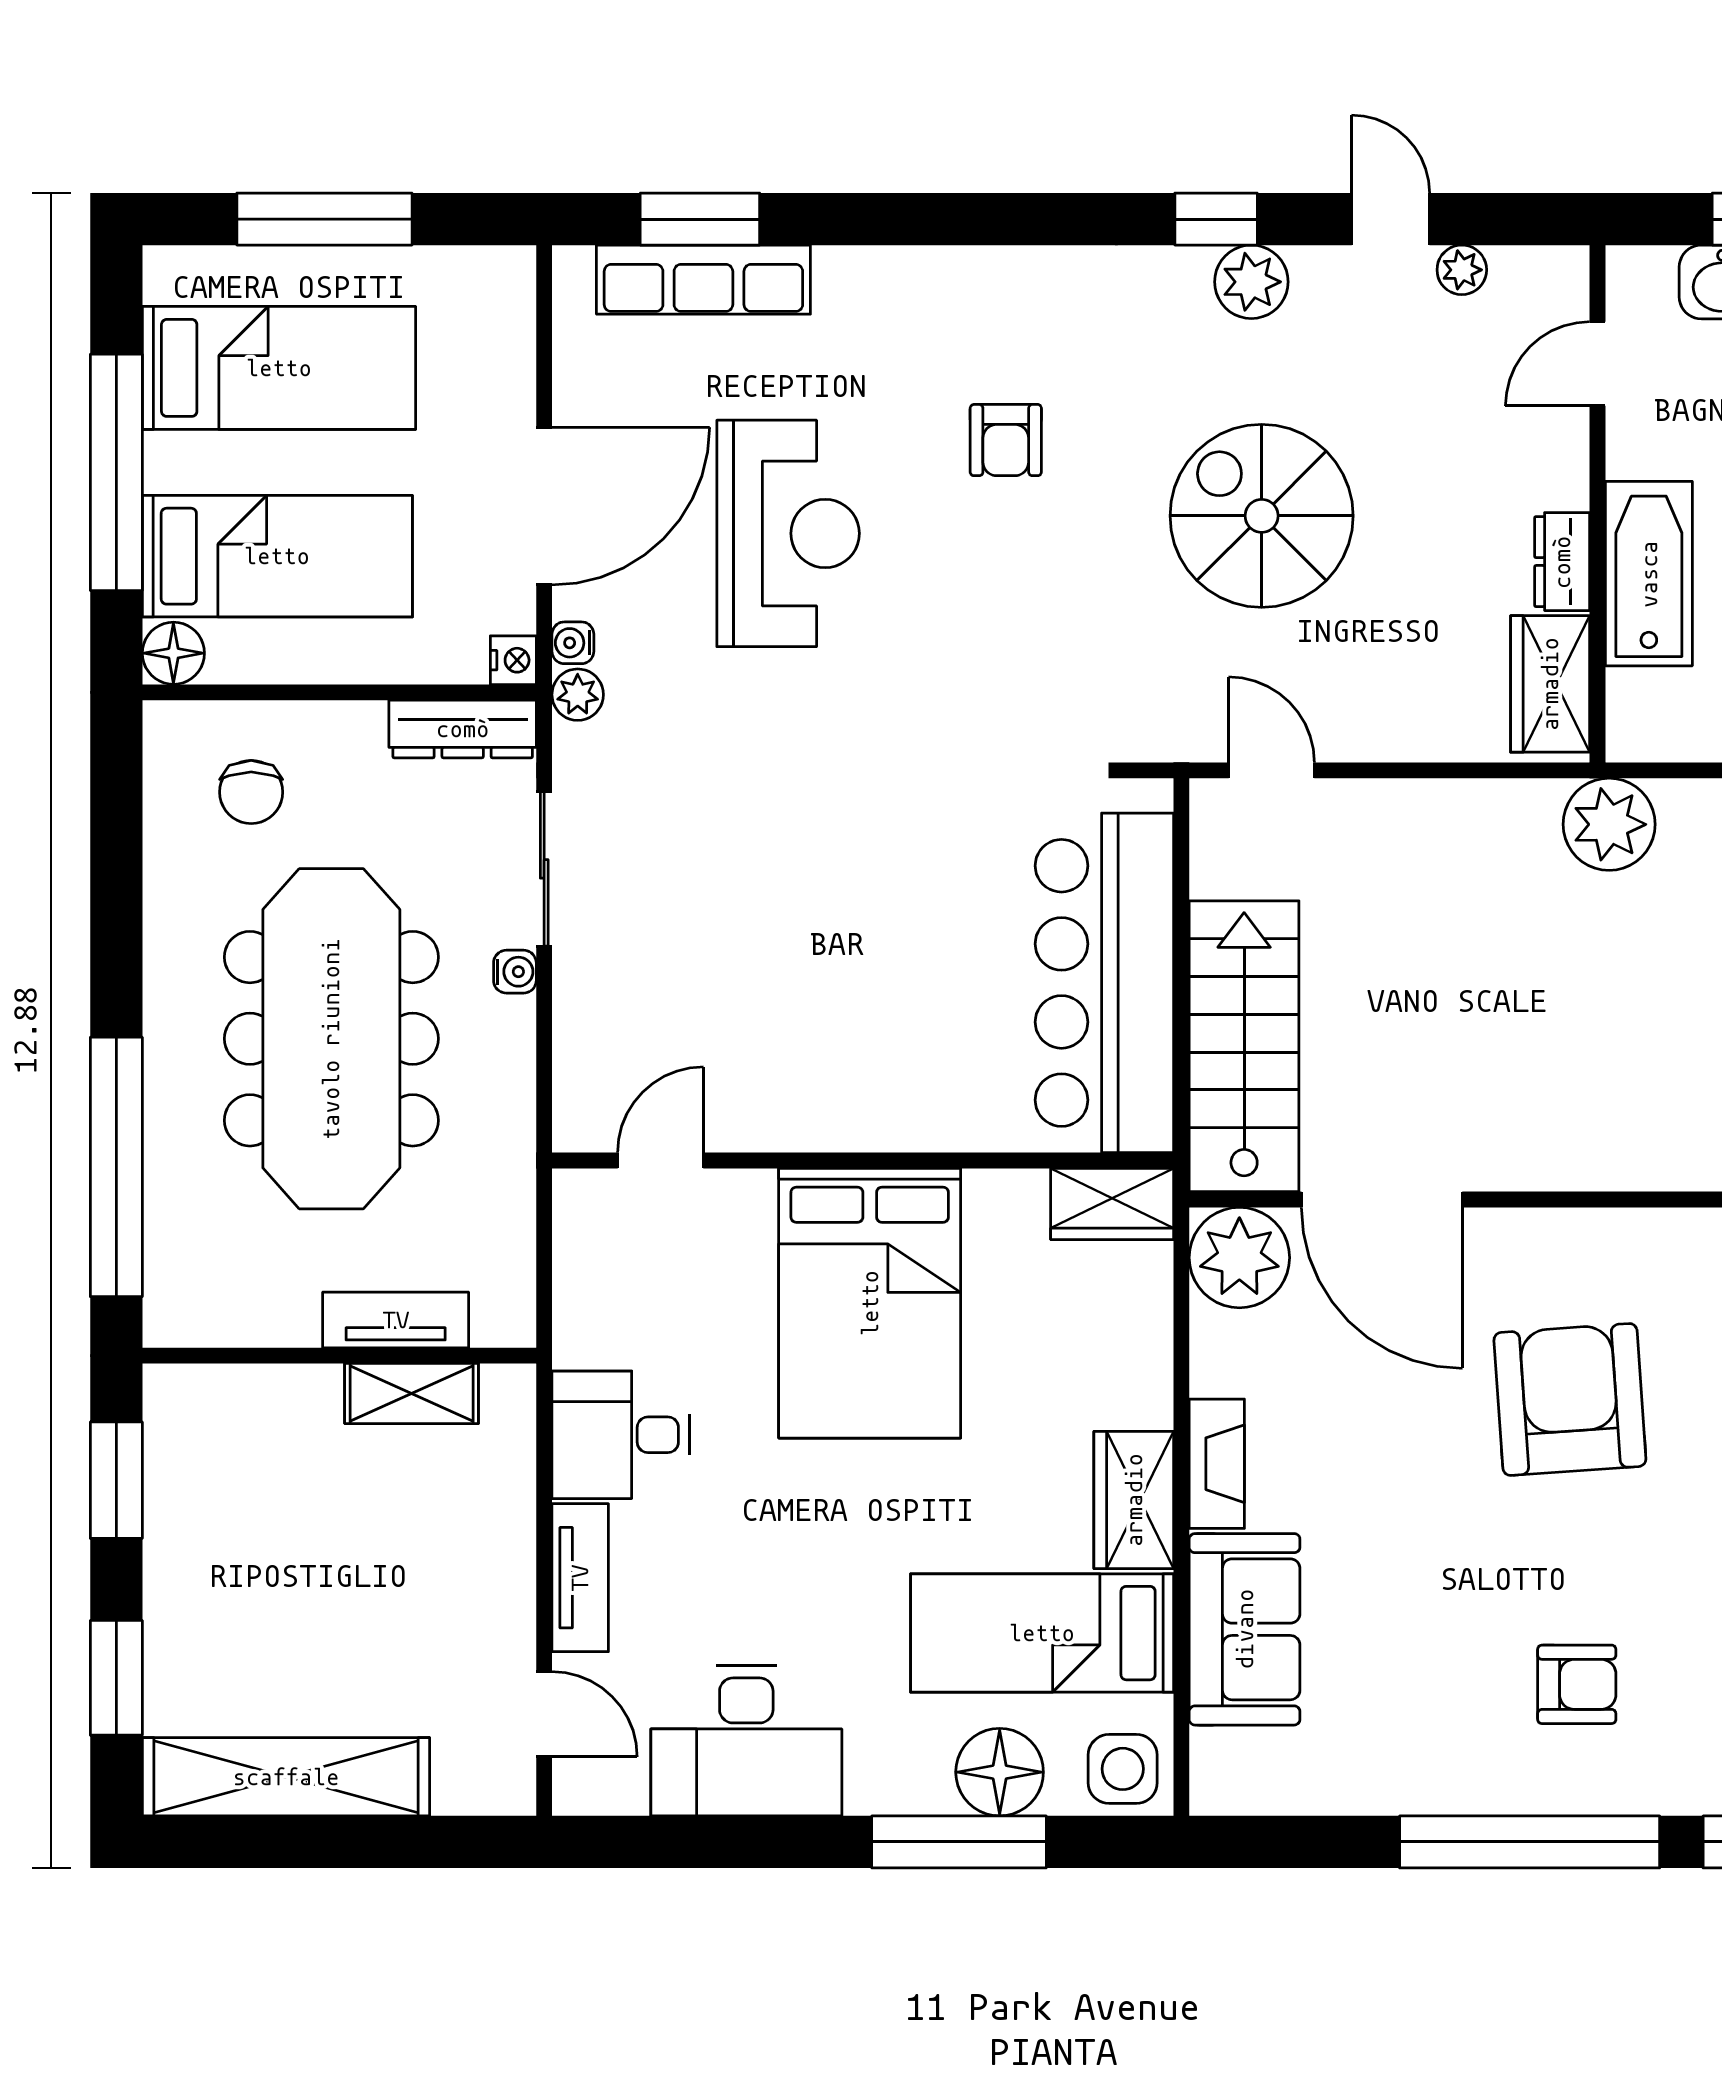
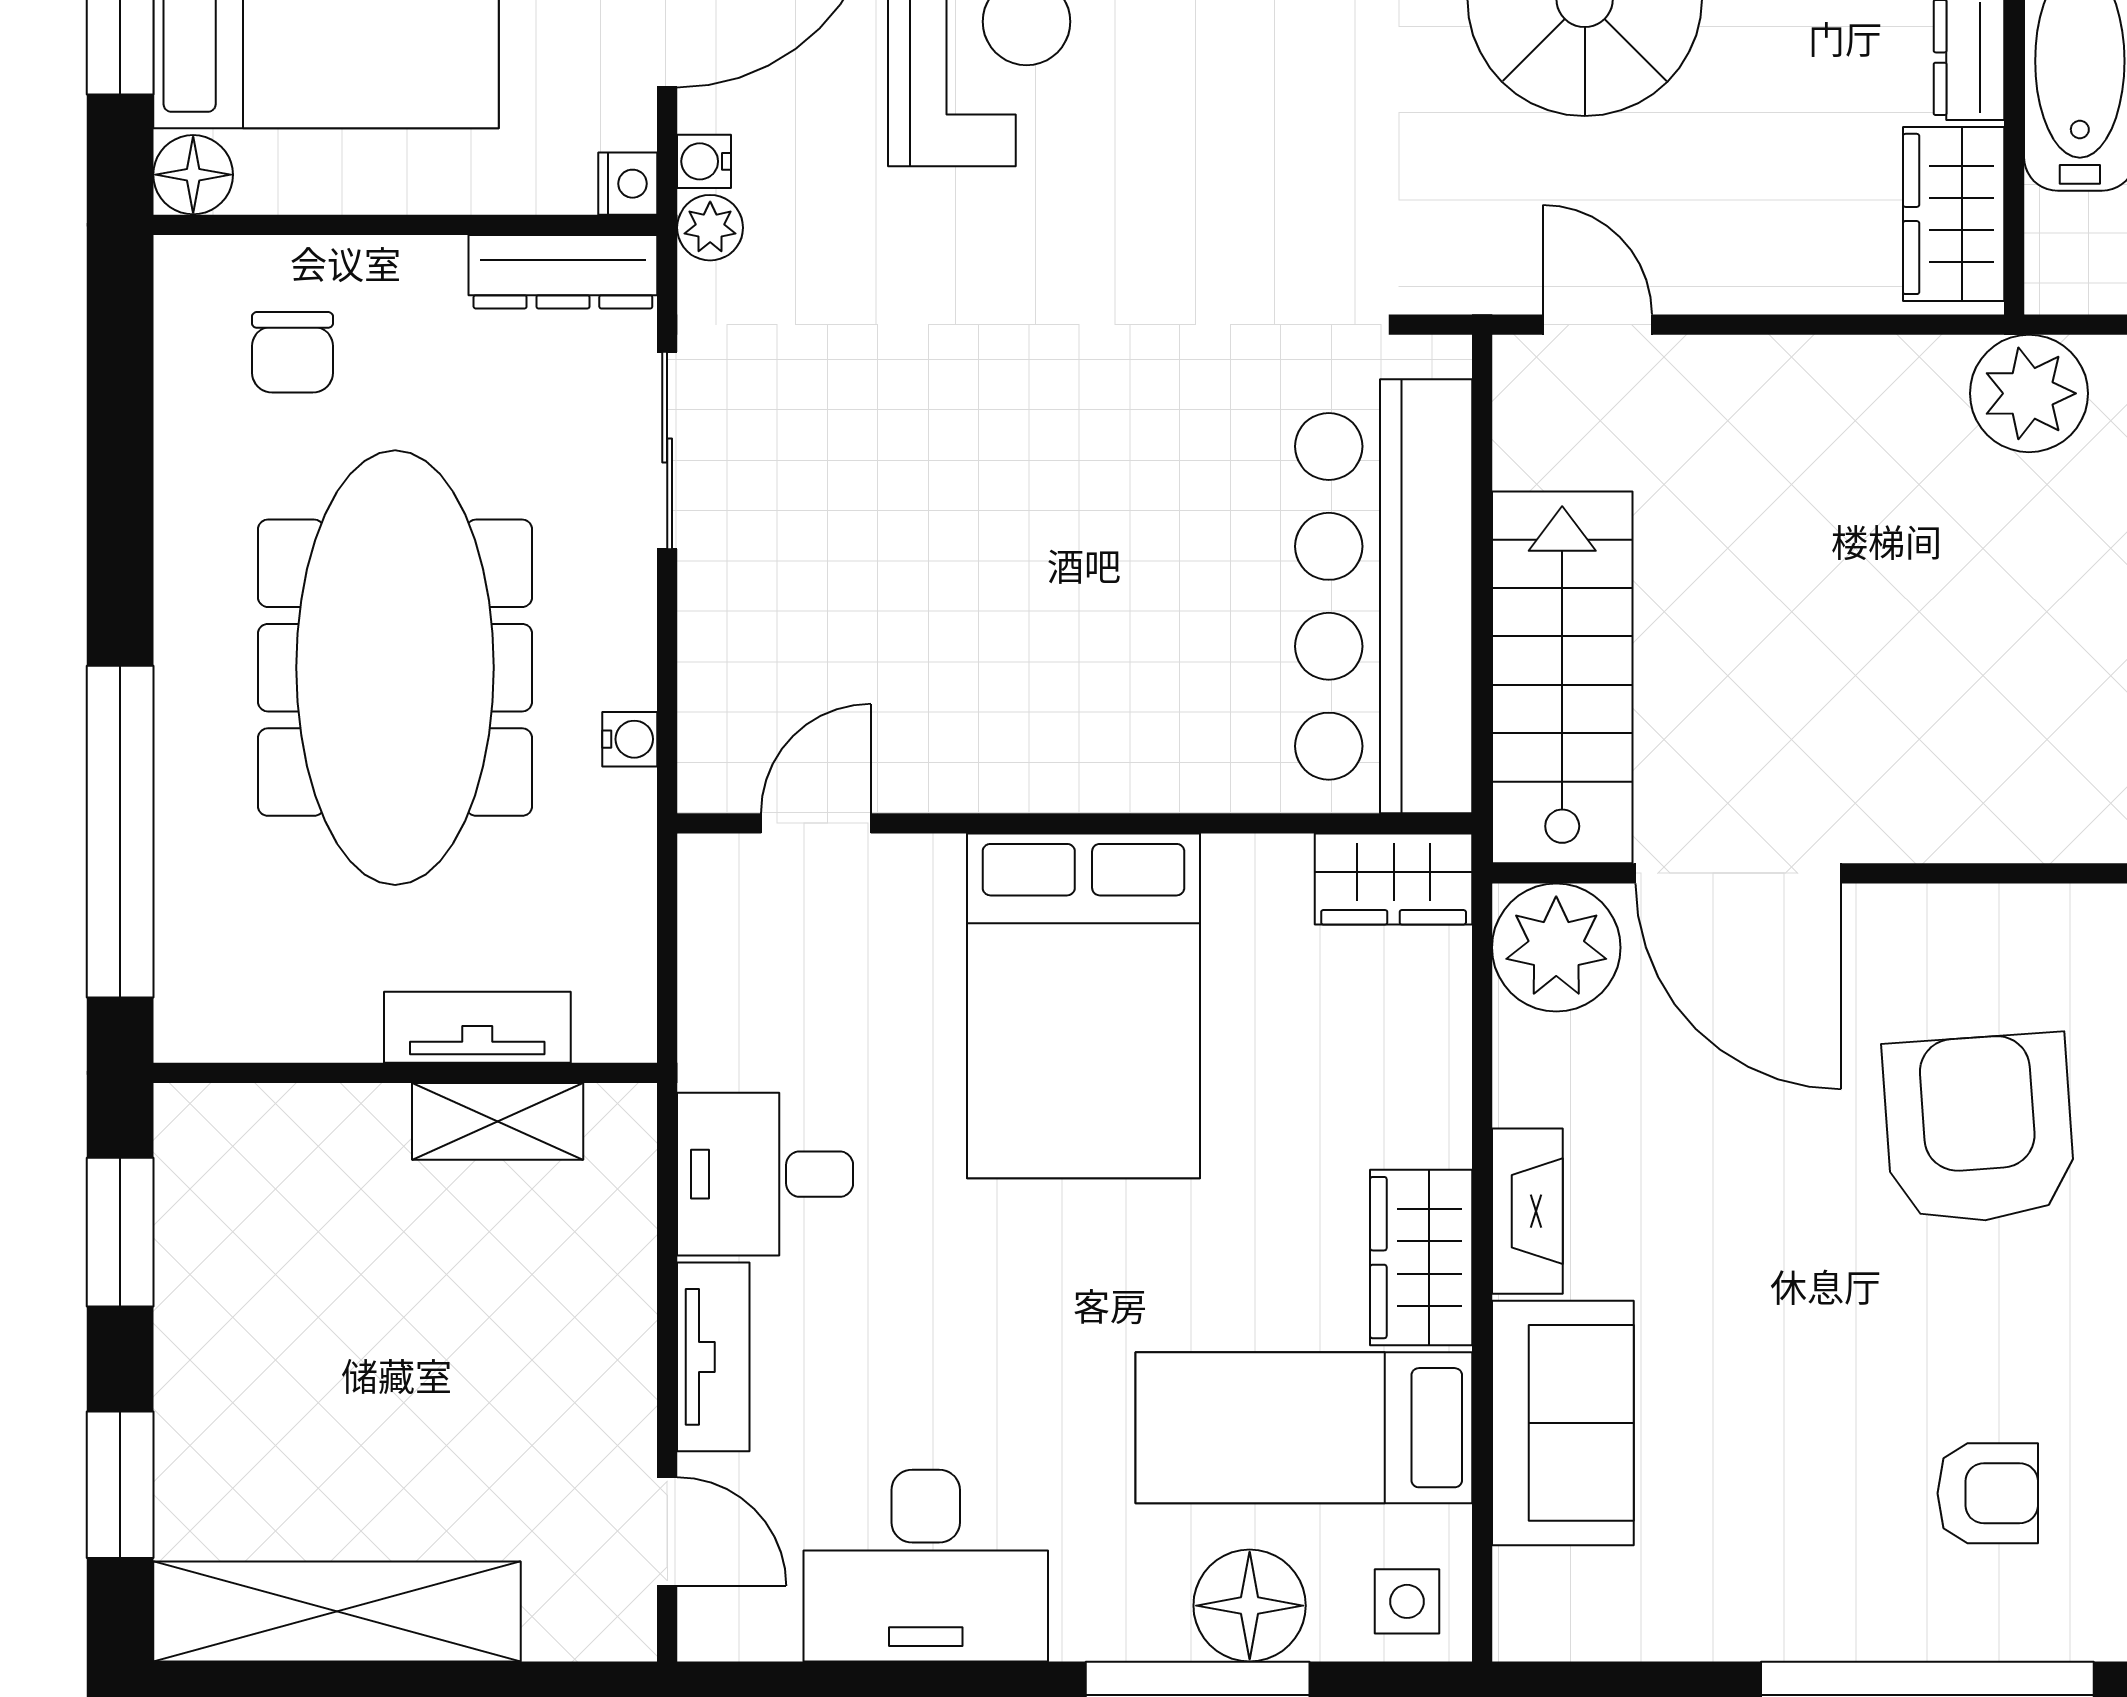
water cooler: (515, 972) -> (630, 739), moved
side table: (1123, 1769) -> (1407, 1601), width x0.73, depth x0.73

